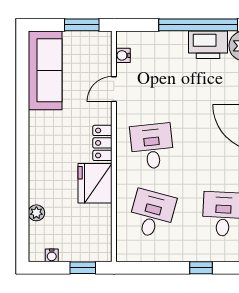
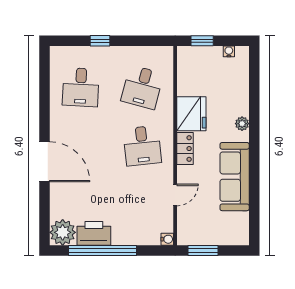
water cooler: (123, 55) -> (167, 239), moved
sofa: (45, 70) -> (235, 177), moved
plant: (36, 213) -> (242, 124), moved

